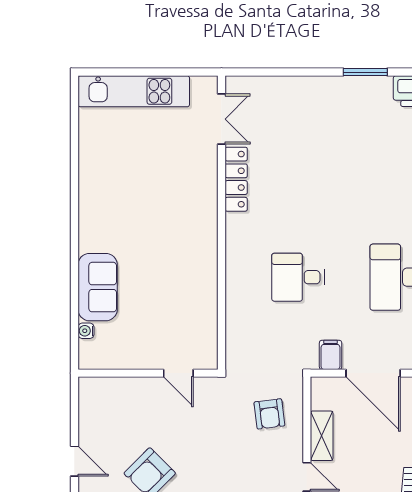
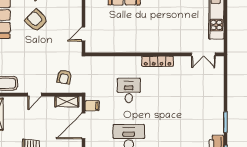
locker: (236, 179) -> (158, 61), moved
armchair: (269, 414) -> (64, 77), turned -72
shelving: (322, 436) -> (67, 102), moved

